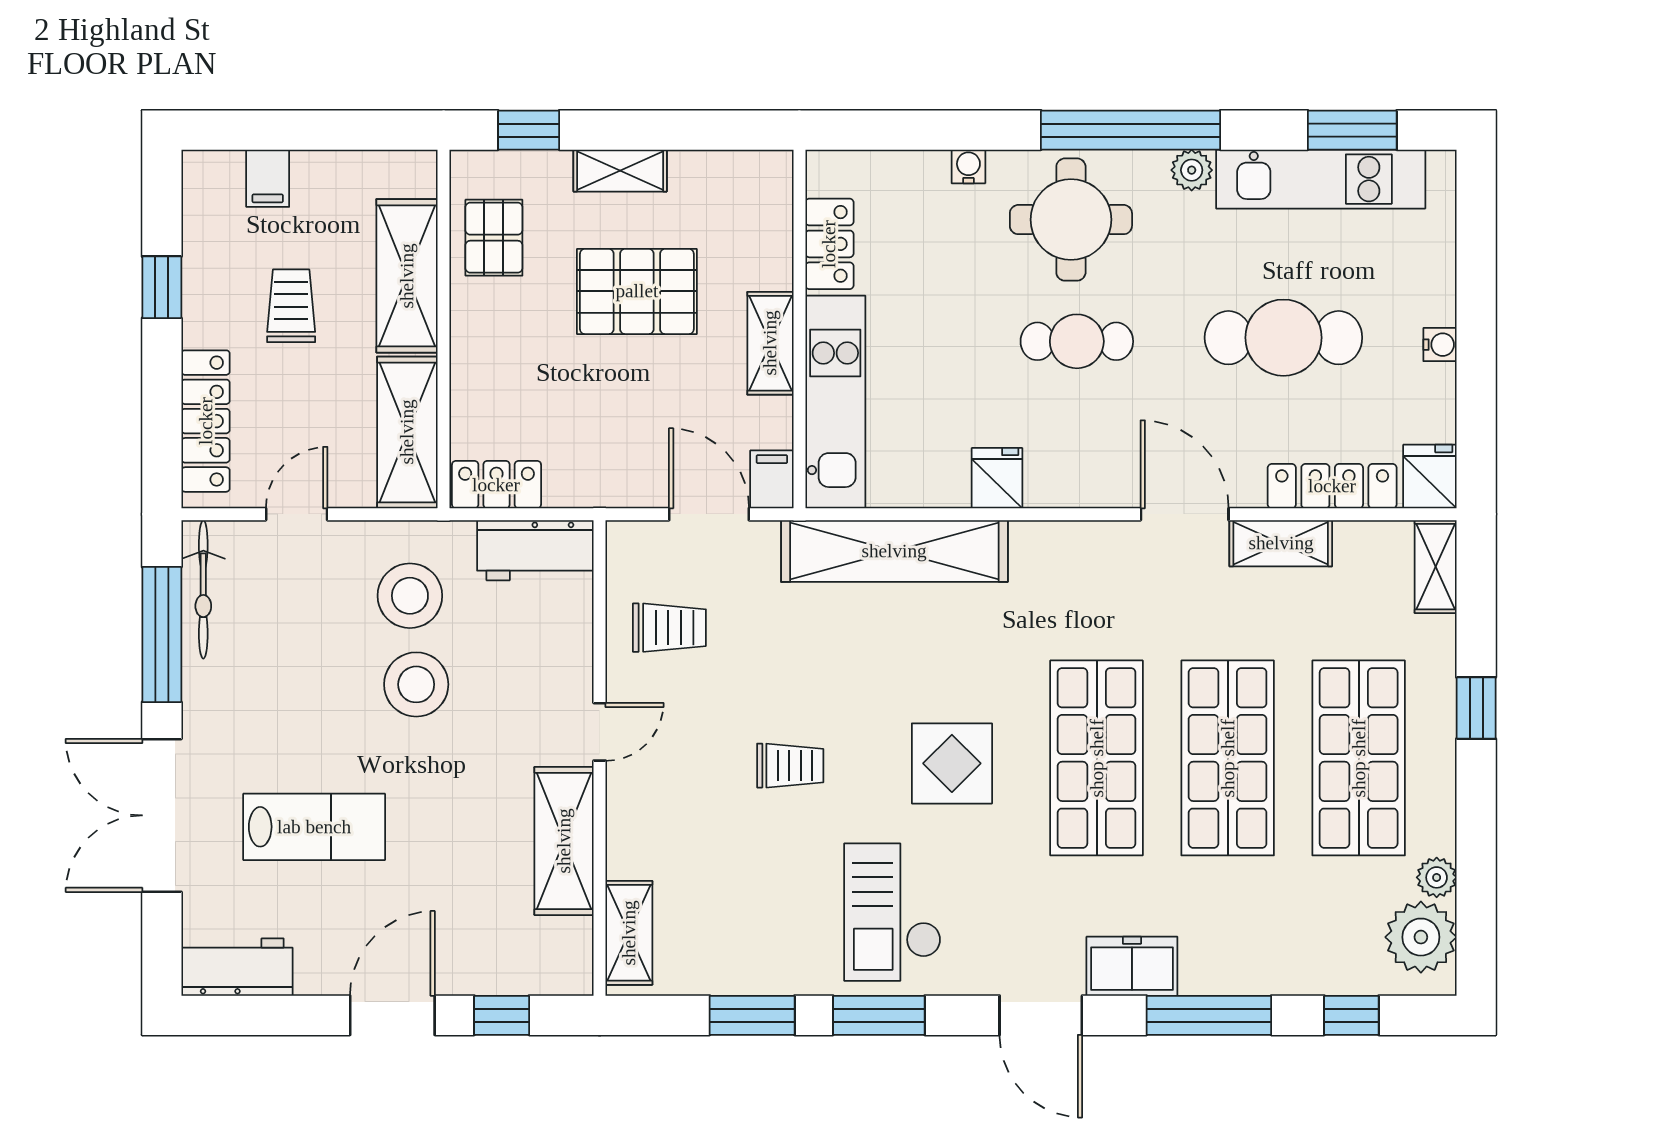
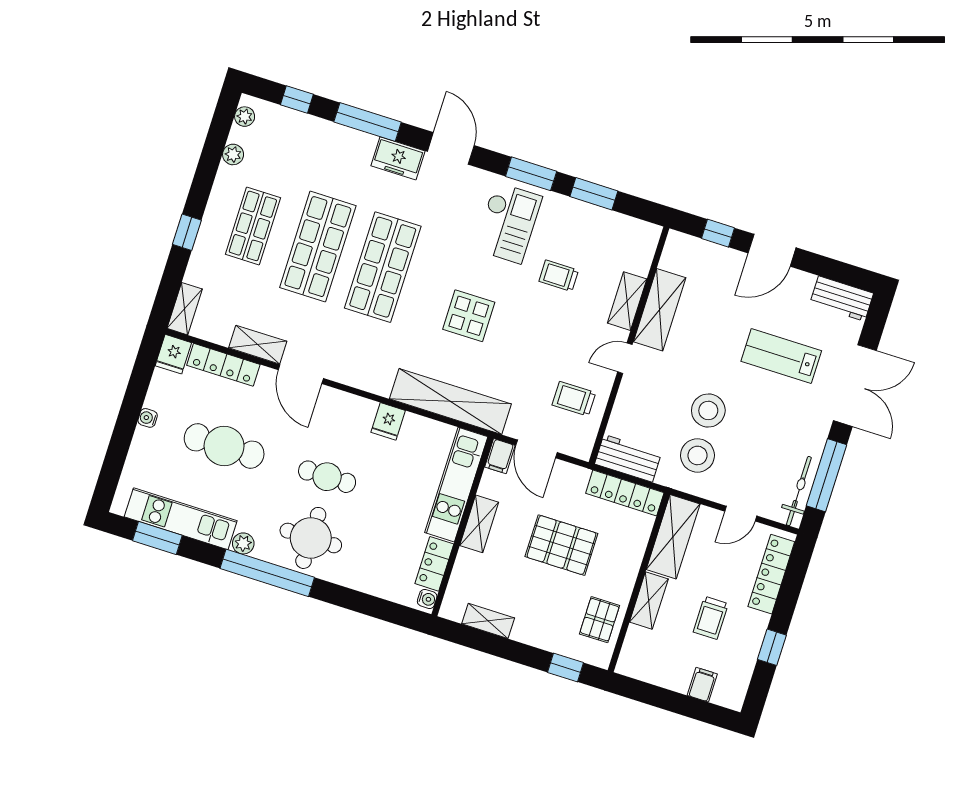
water cooler: (968, 166) -> (427, 599), moved, turned -90
shelving: (620, 171) -> (488, 621), moved
shelving: (407, 276) -> (649, 600), width x0.67, depth x0.75
pallet: (637, 291) -> (561, 545), moved
locker: (496, 485) -> (625, 493), width x1.53
shop shelf: (1359, 758) -> (253, 226), width x0.70, depth x0.74
display table: (952, 763) -> (469, 316), moved
trolley: (790, 766) -> (559, 276), moved
shelving: (629, 933) -> (627, 301), moved
plant: (1421, 937) -> (245, 117), width x0.53, depth x0.53

